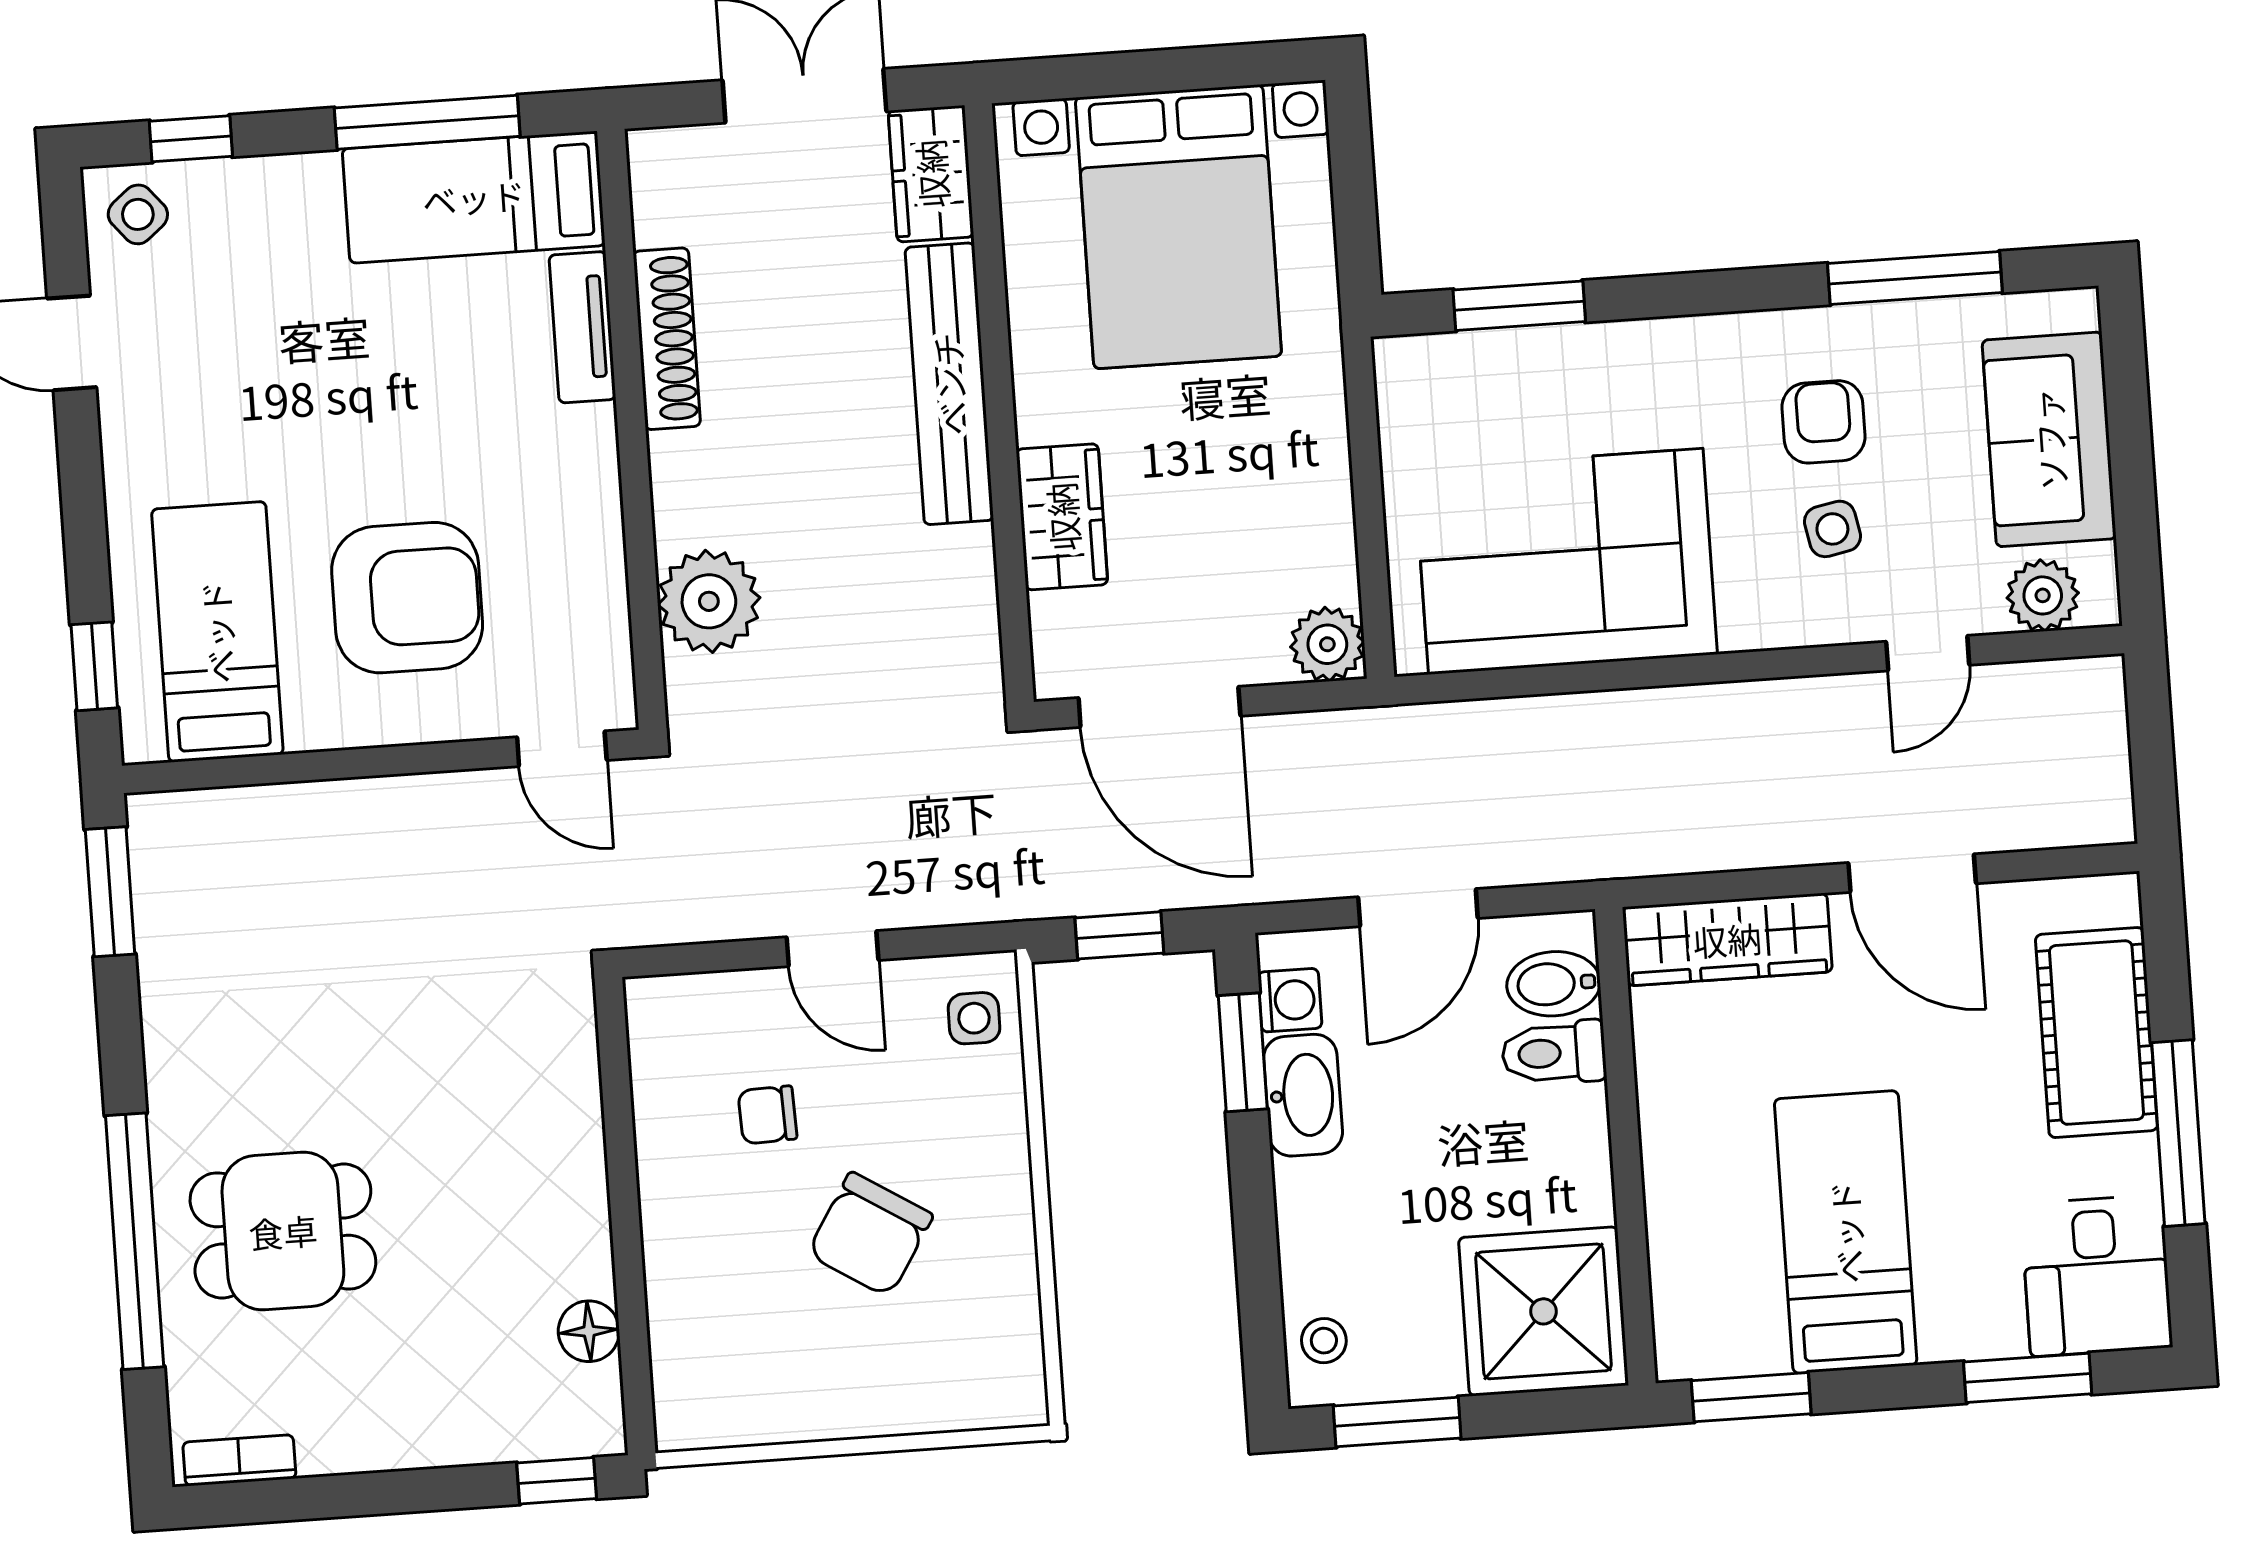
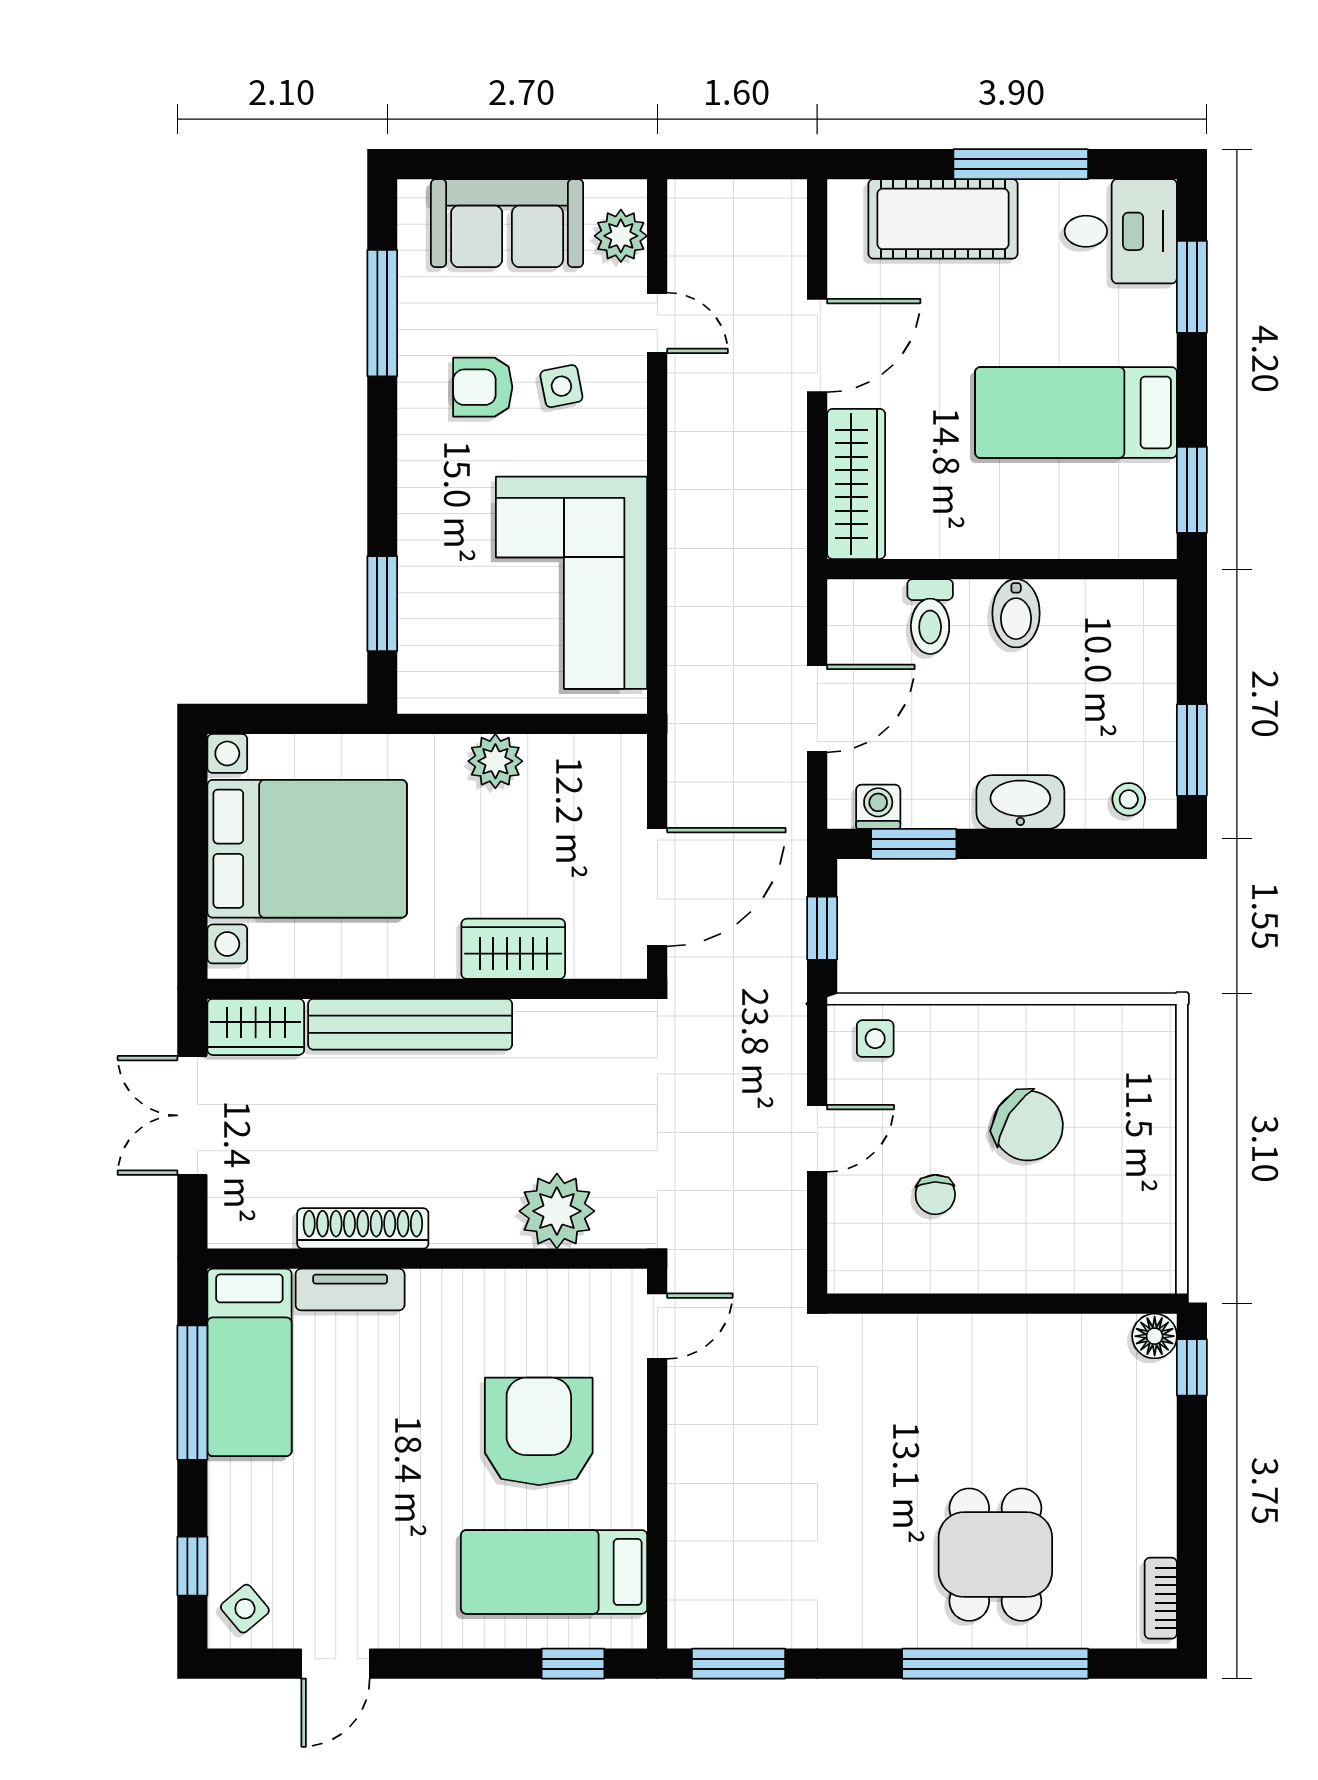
plant: (1327, 644) -> (495, 761), moved
door: (1418, 908) -> (817, 708), hinge flipped
bidet: (1554, 984) -> (1016, 613), moved
washbasin: (1303, 1095) -> (1020, 802), moved
shower: (1543, 1311) -> (1119, 637), removed
floor lamp: (589, 1331) -> (1155, 1336), moved

